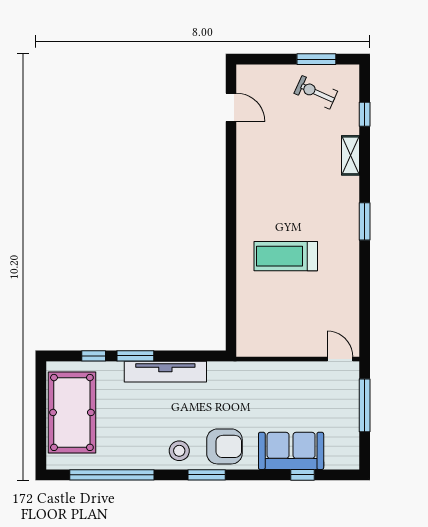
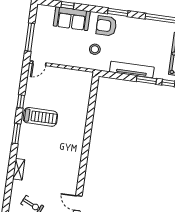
window: (365, 114) -> (21, 101), moved
treadmill: (286, 256) -> (40, 117), moved
door: (340, 359) -> (39, 63), hinge flipped
stool: (179, 451) -> (95, 49), moved

